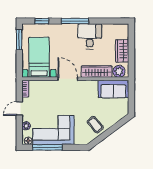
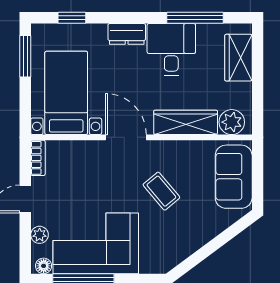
window: (75, 21) -> (195, 18), moved
dresser: (68, 29) -> (127, 34), added
wardrobe: (122, 51) -> (238, 58), moved
sofa: (113, 89) -> (234, 177), moved, turned 90
coffee table: (95, 125) -> (161, 191), moved

